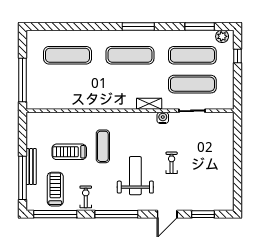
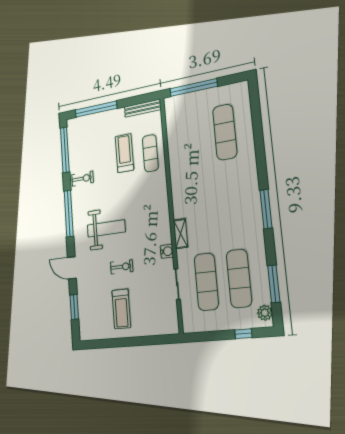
exercise mat: (130, 55) -> (232, 204), removed
exercise mat: (103, 146) -> (150, 153), moved, turned 90
bench: (31, 167) -> (143, 108), moved
treadmill: (55, 189) -> (121, 309), moved, turned 90

